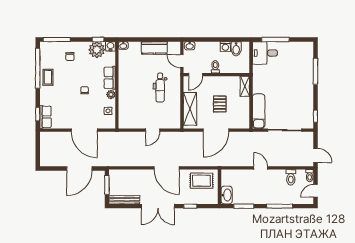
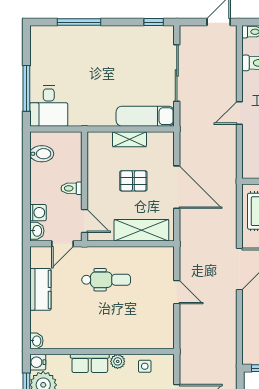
washing machine: (225, 47) -> (38, 213), moved
shelving: (245, 86) -> (129, 139), moved

